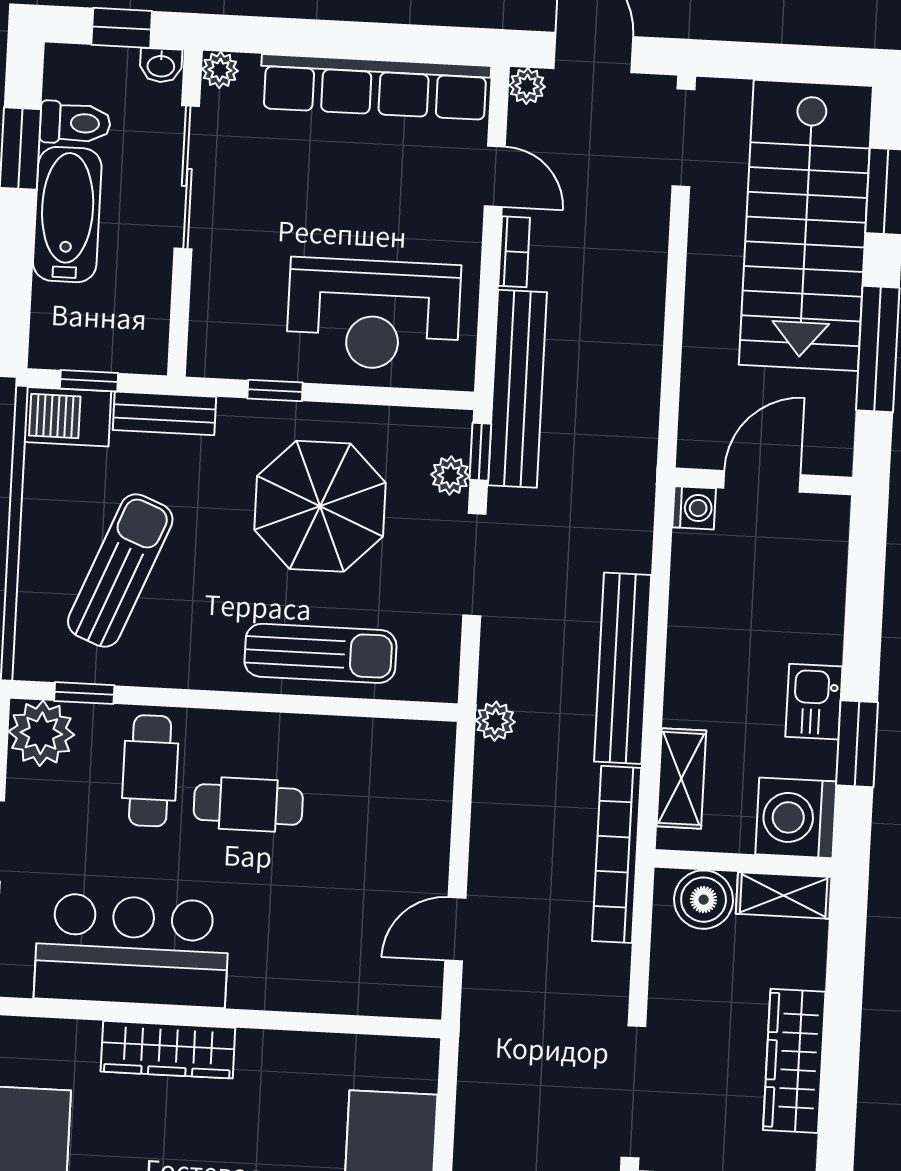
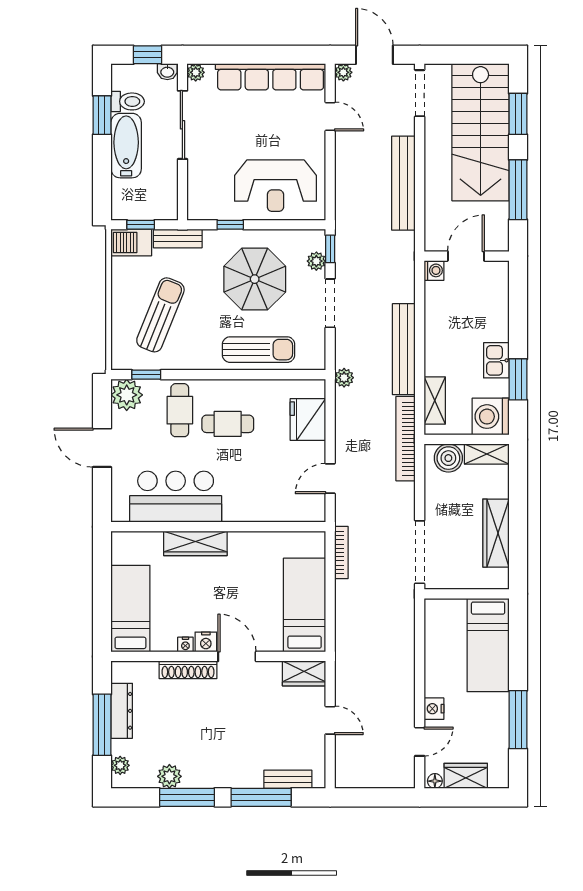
bookcase: (514, 252) -> (341, 552), moved, width x1.56
bench: (517, 389) -> (403, 183), moved
fridge: (416, 804) -> (308, 419), added

